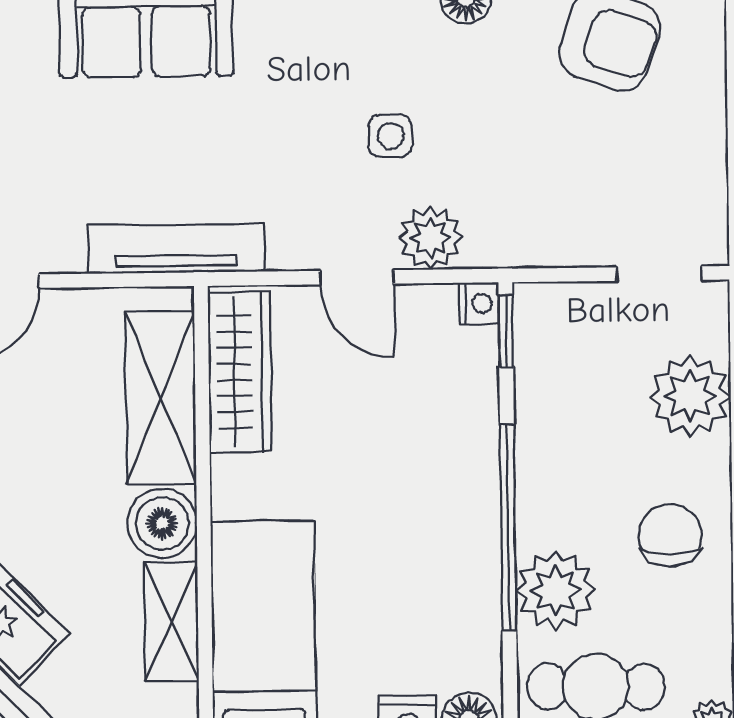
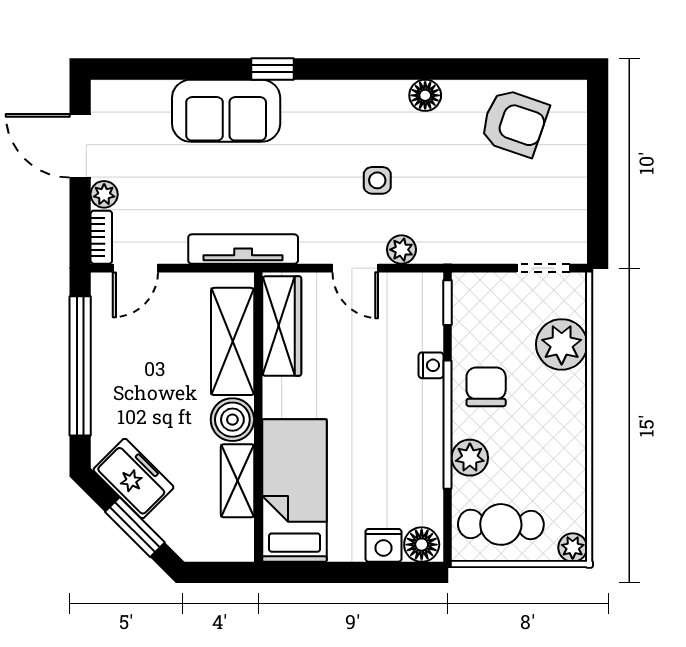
plant: (431, 238) -> (401, 250), width x0.73, depth x0.73
nightstand: (479, 303) -> (431, 365), moved
chair: (670, 536) -> (486, 387), moved
plant: (555, 590) -> (470, 458), width x0.73, depth x0.73

